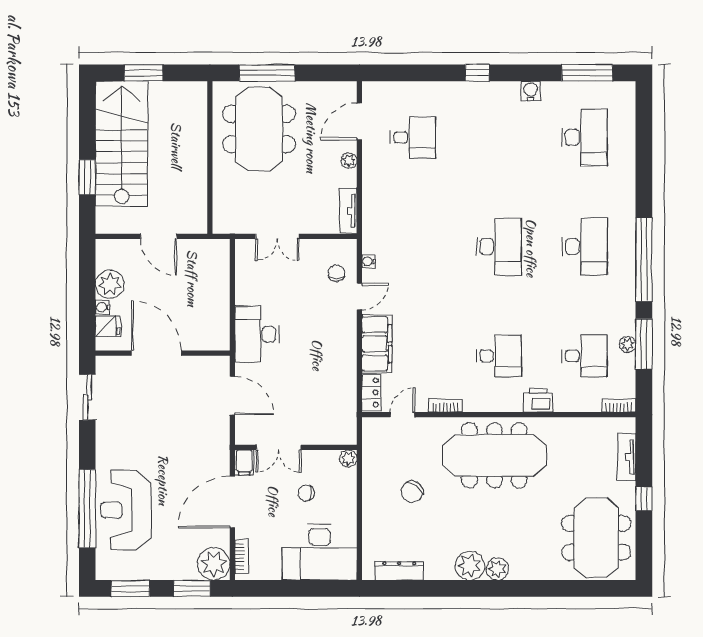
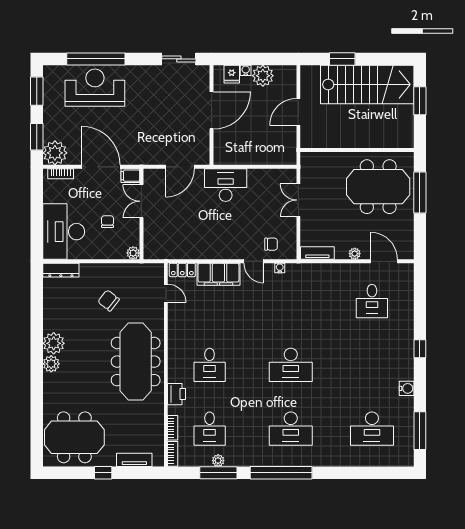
bookcase: (445, 406) -> (173, 428), moved
dresser: (399, 571) -> (61, 270), moved, turned 90

